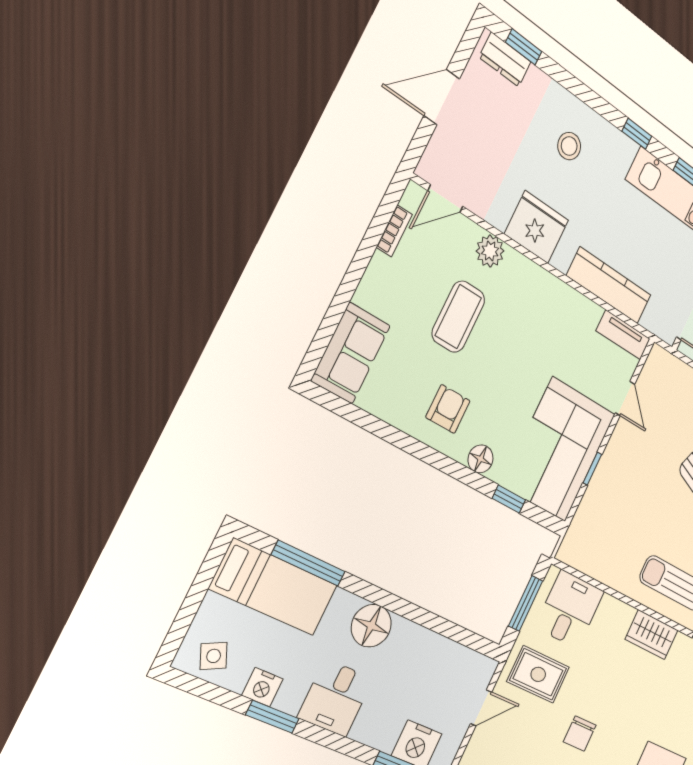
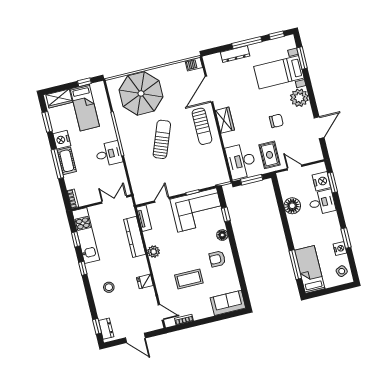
fridge: (536, 227) -> (145, 281), width x0.53, depth x0.75
plant: (490, 251) -> (154, 252), moved
desk: (570, 609) -> (241, 161), width x1.37
floor lamp: (371, 626) -> (292, 206), moved
desk: (335, 698) -> (322, 202), moved

